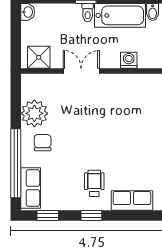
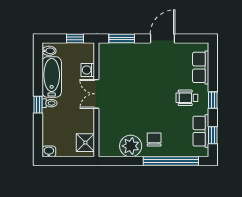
double door: (81, 71) -> (96, 94), moved
chair: (43, 143) -> (154, 139), turned 90
row of seats: (31, 188) -> (201, 131), moved, turned -90

